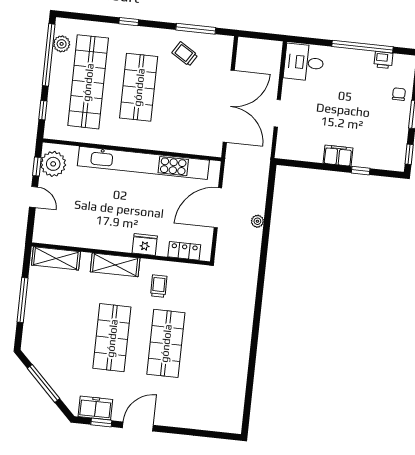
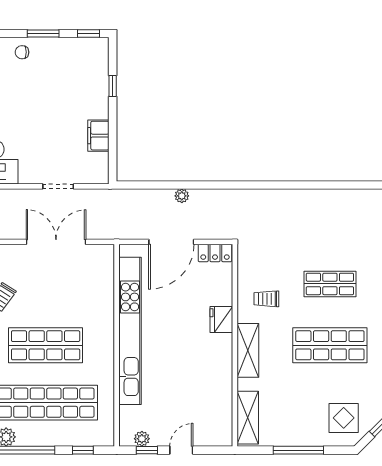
double door: (229, 106) -> (56, 242), width x0.73
filing cabinet: (338, 156) -> (98, 136), moved
plant: (53, 164) -> (142, 439), width x0.53, depth x0.53
door: (218, 208) -> (171, 242), hinge flipped
locker: (184, 251) -> (215, 253), moved, turned -90
display table: (47, 343) -> (344, 418), added
shop shelf: (166, 343) -> (330, 284), width x0.70, depth x0.74

